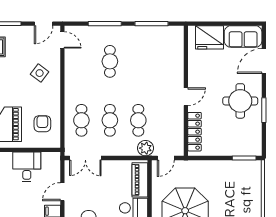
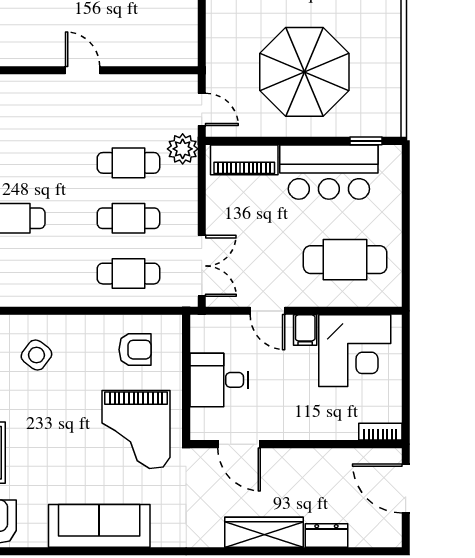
armchair: (42, 124) -> (135, 350), turned 180
locker: (195, 132) -> (151, 53), removed

